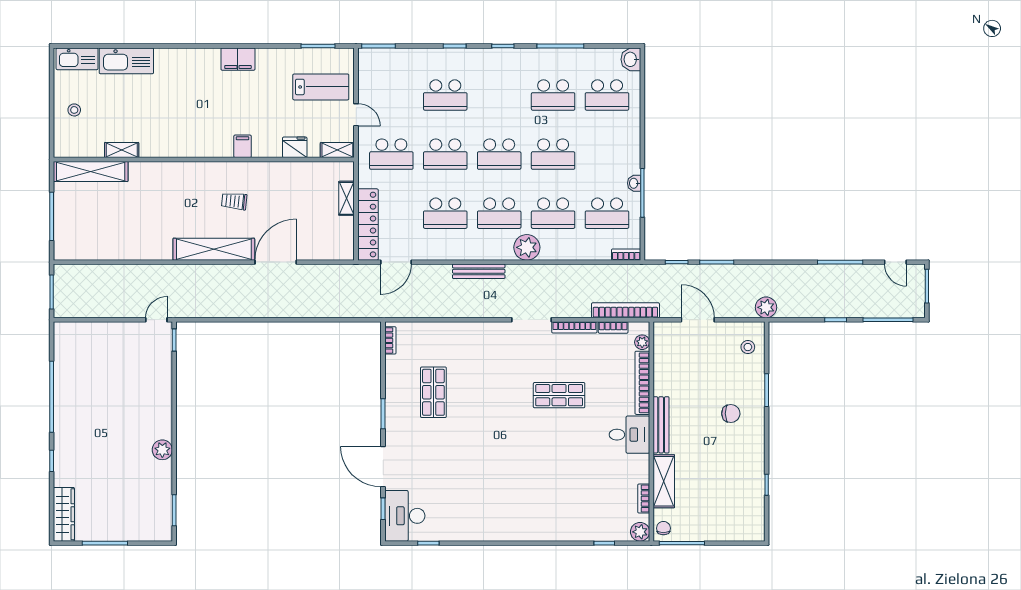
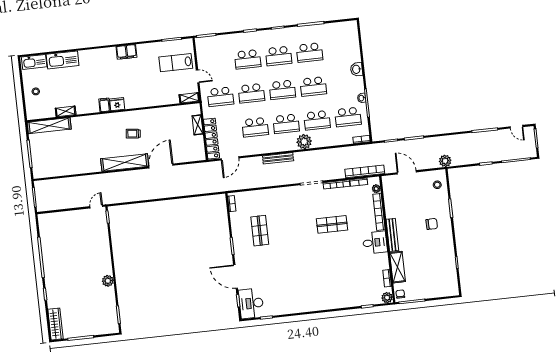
washbasin: (631, 59) -> (357, 69), moved
lab bench: (321, 87) -> (176, 63), turned 180
school desk: (607, 95) -> (279, 56), moved
filing cabinet: (243, 146) -> (104, 105), moved
fridge: (295, 147) -> (117, 104), moved

